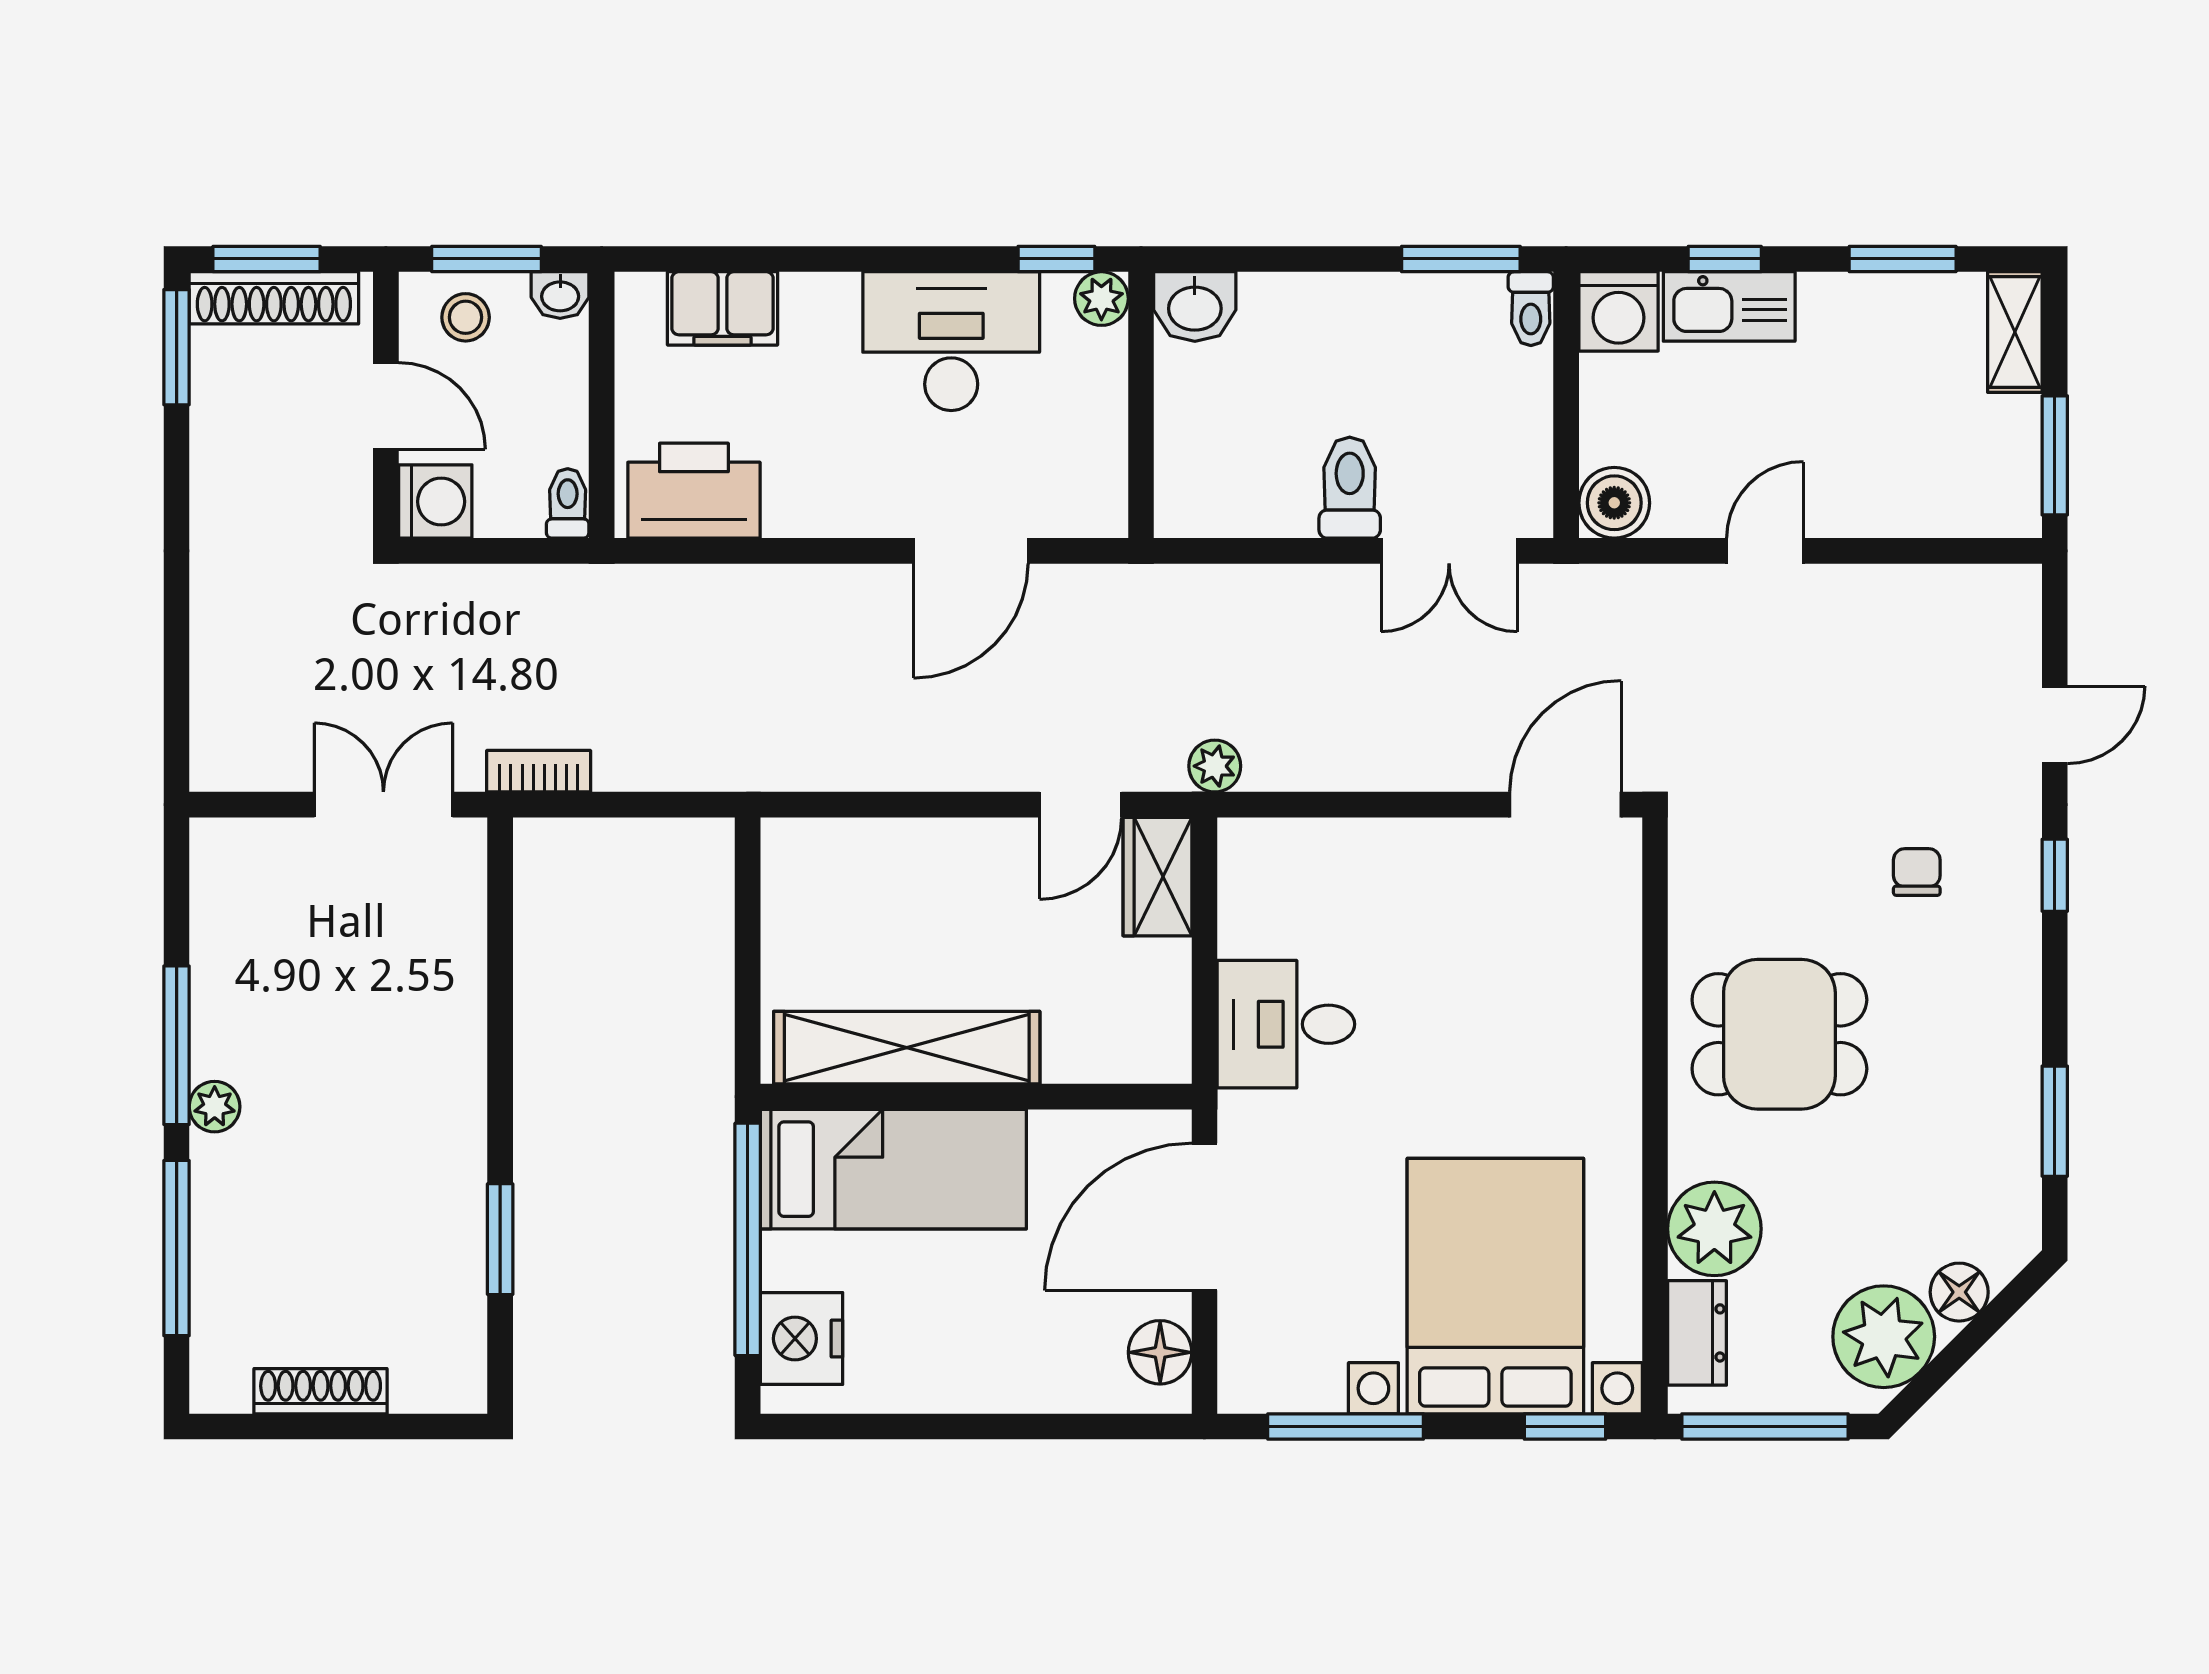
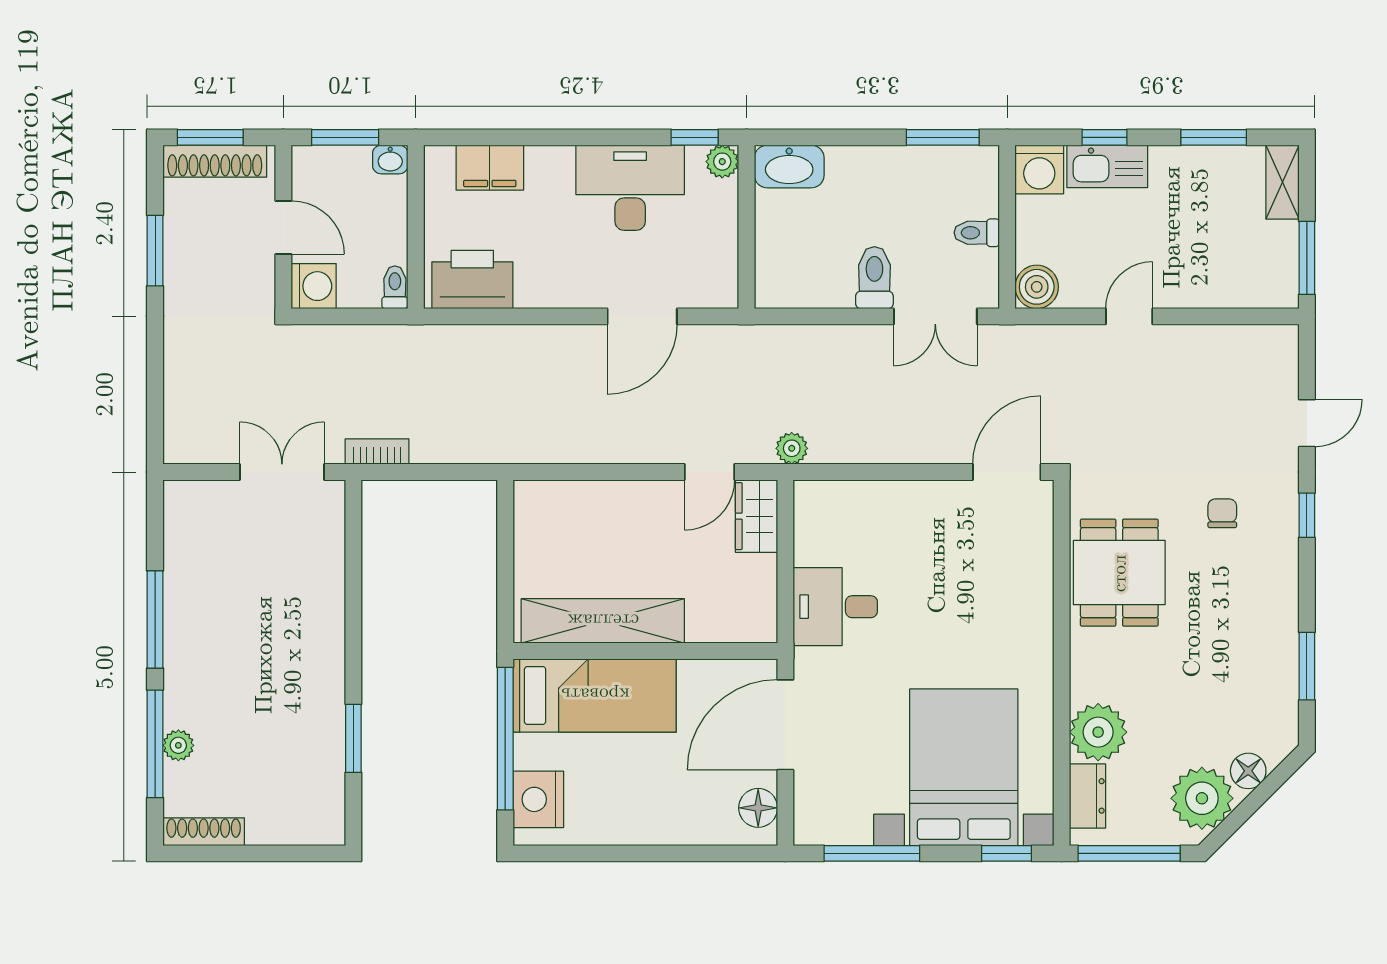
washbasin: (1195, 307) -> (789, 166), width x1.38
toilet: (1531, 309) -> (977, 233), moved, turned 90
stool: (466, 317) -> (332, 173), removed
window: (177, 347) -> (155, 251), moved
dining table: (1779, 1034) -> (1119, 573), moved, turned 90
plant: (215, 1107) -> (178, 745), moved
shoe rack: (321, 1391) -> (204, 832), moved

